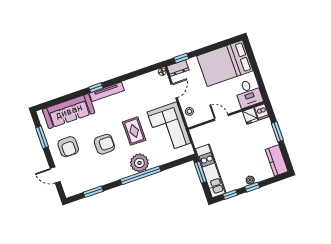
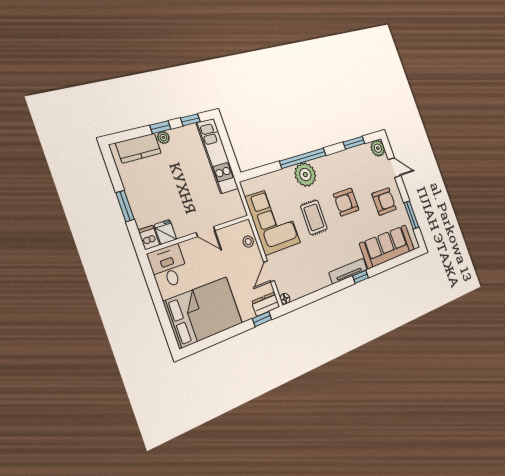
armchair: (68, 147) -> (384, 201), turned 90
kitchen counter: (277, 160) -> (138, 148), moved, turned 90
window: (200, 172) -> (231, 155), removed
plant: (70, 190) -> (378, 148), added

